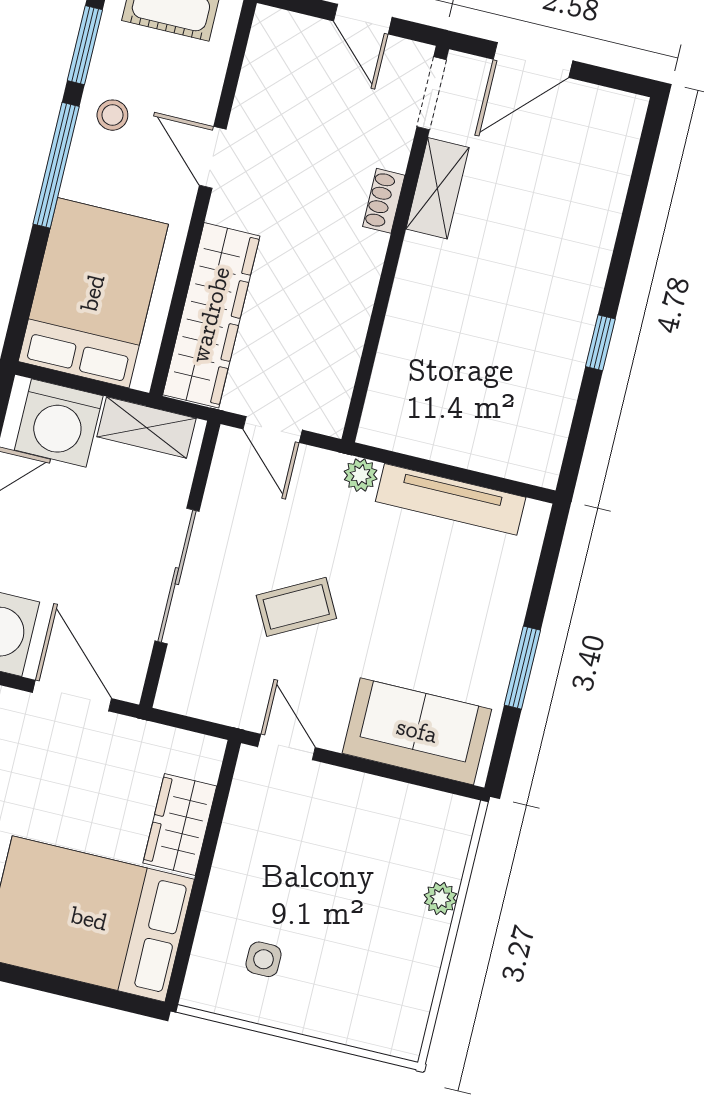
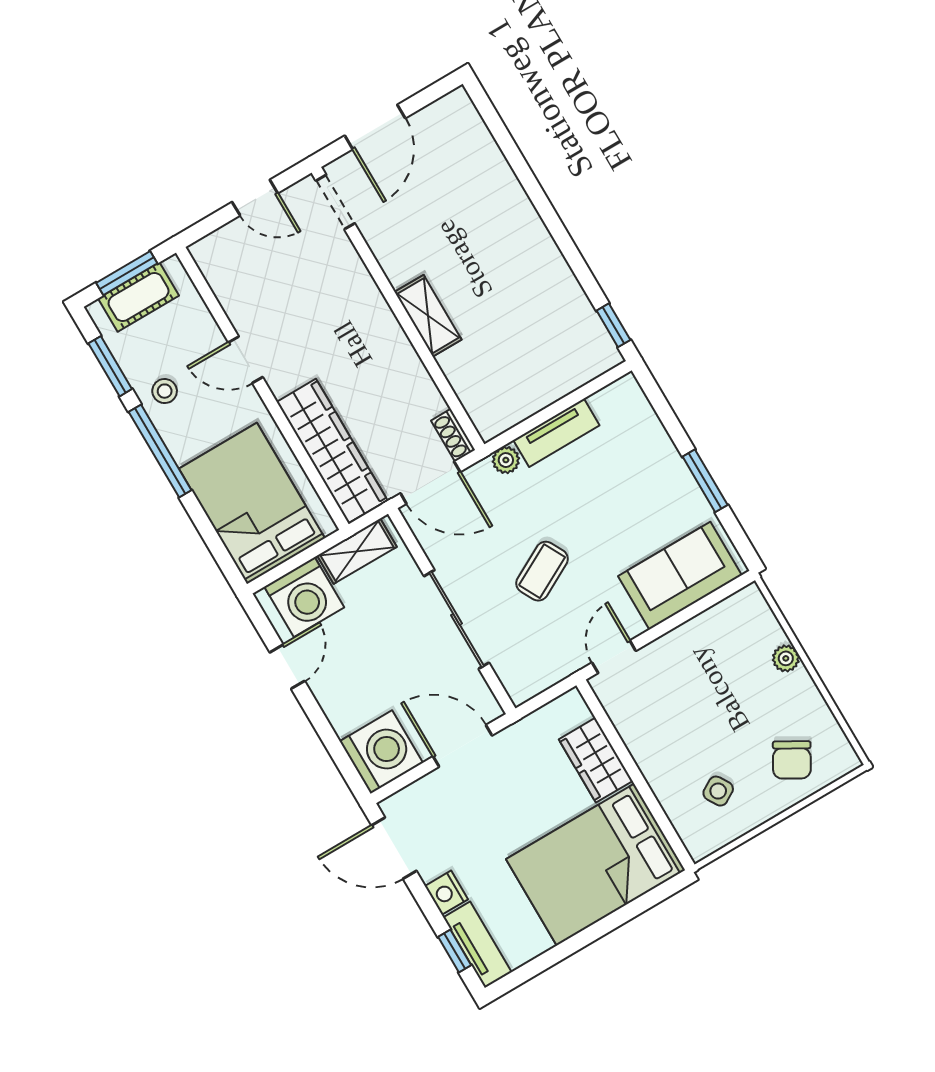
shelving: (437, 188) -> (428, 316), moved
shoe rack: (384, 201) -> (453, 435), moved
window: (600, 343) -> (613, 325), moved
door: (273, 430) -> (430, 483), width x1.38
tv unit: (451, 499) -> (556, 433), width x0.71
door: (287, 747) -> (614, 657), hinge flipped
side table: (264, 959) -> (718, 791), turned -31
chair: (357, 995) -> (792, 760), added

